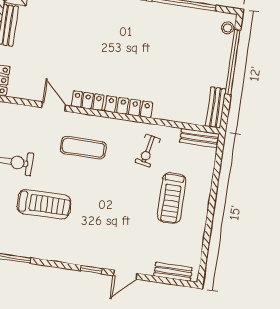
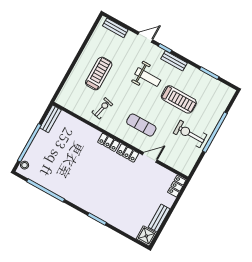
door: (54, 106) -> (150, 157), swing flipped
locker: (129, 107) -> (109, 142), width x0.66
bench: (200, 138) -> (174, 61), moved
treadmill: (44, 204) -> (179, 99), turned 180
weight bench: (100, 219) -> (148, 77), added

